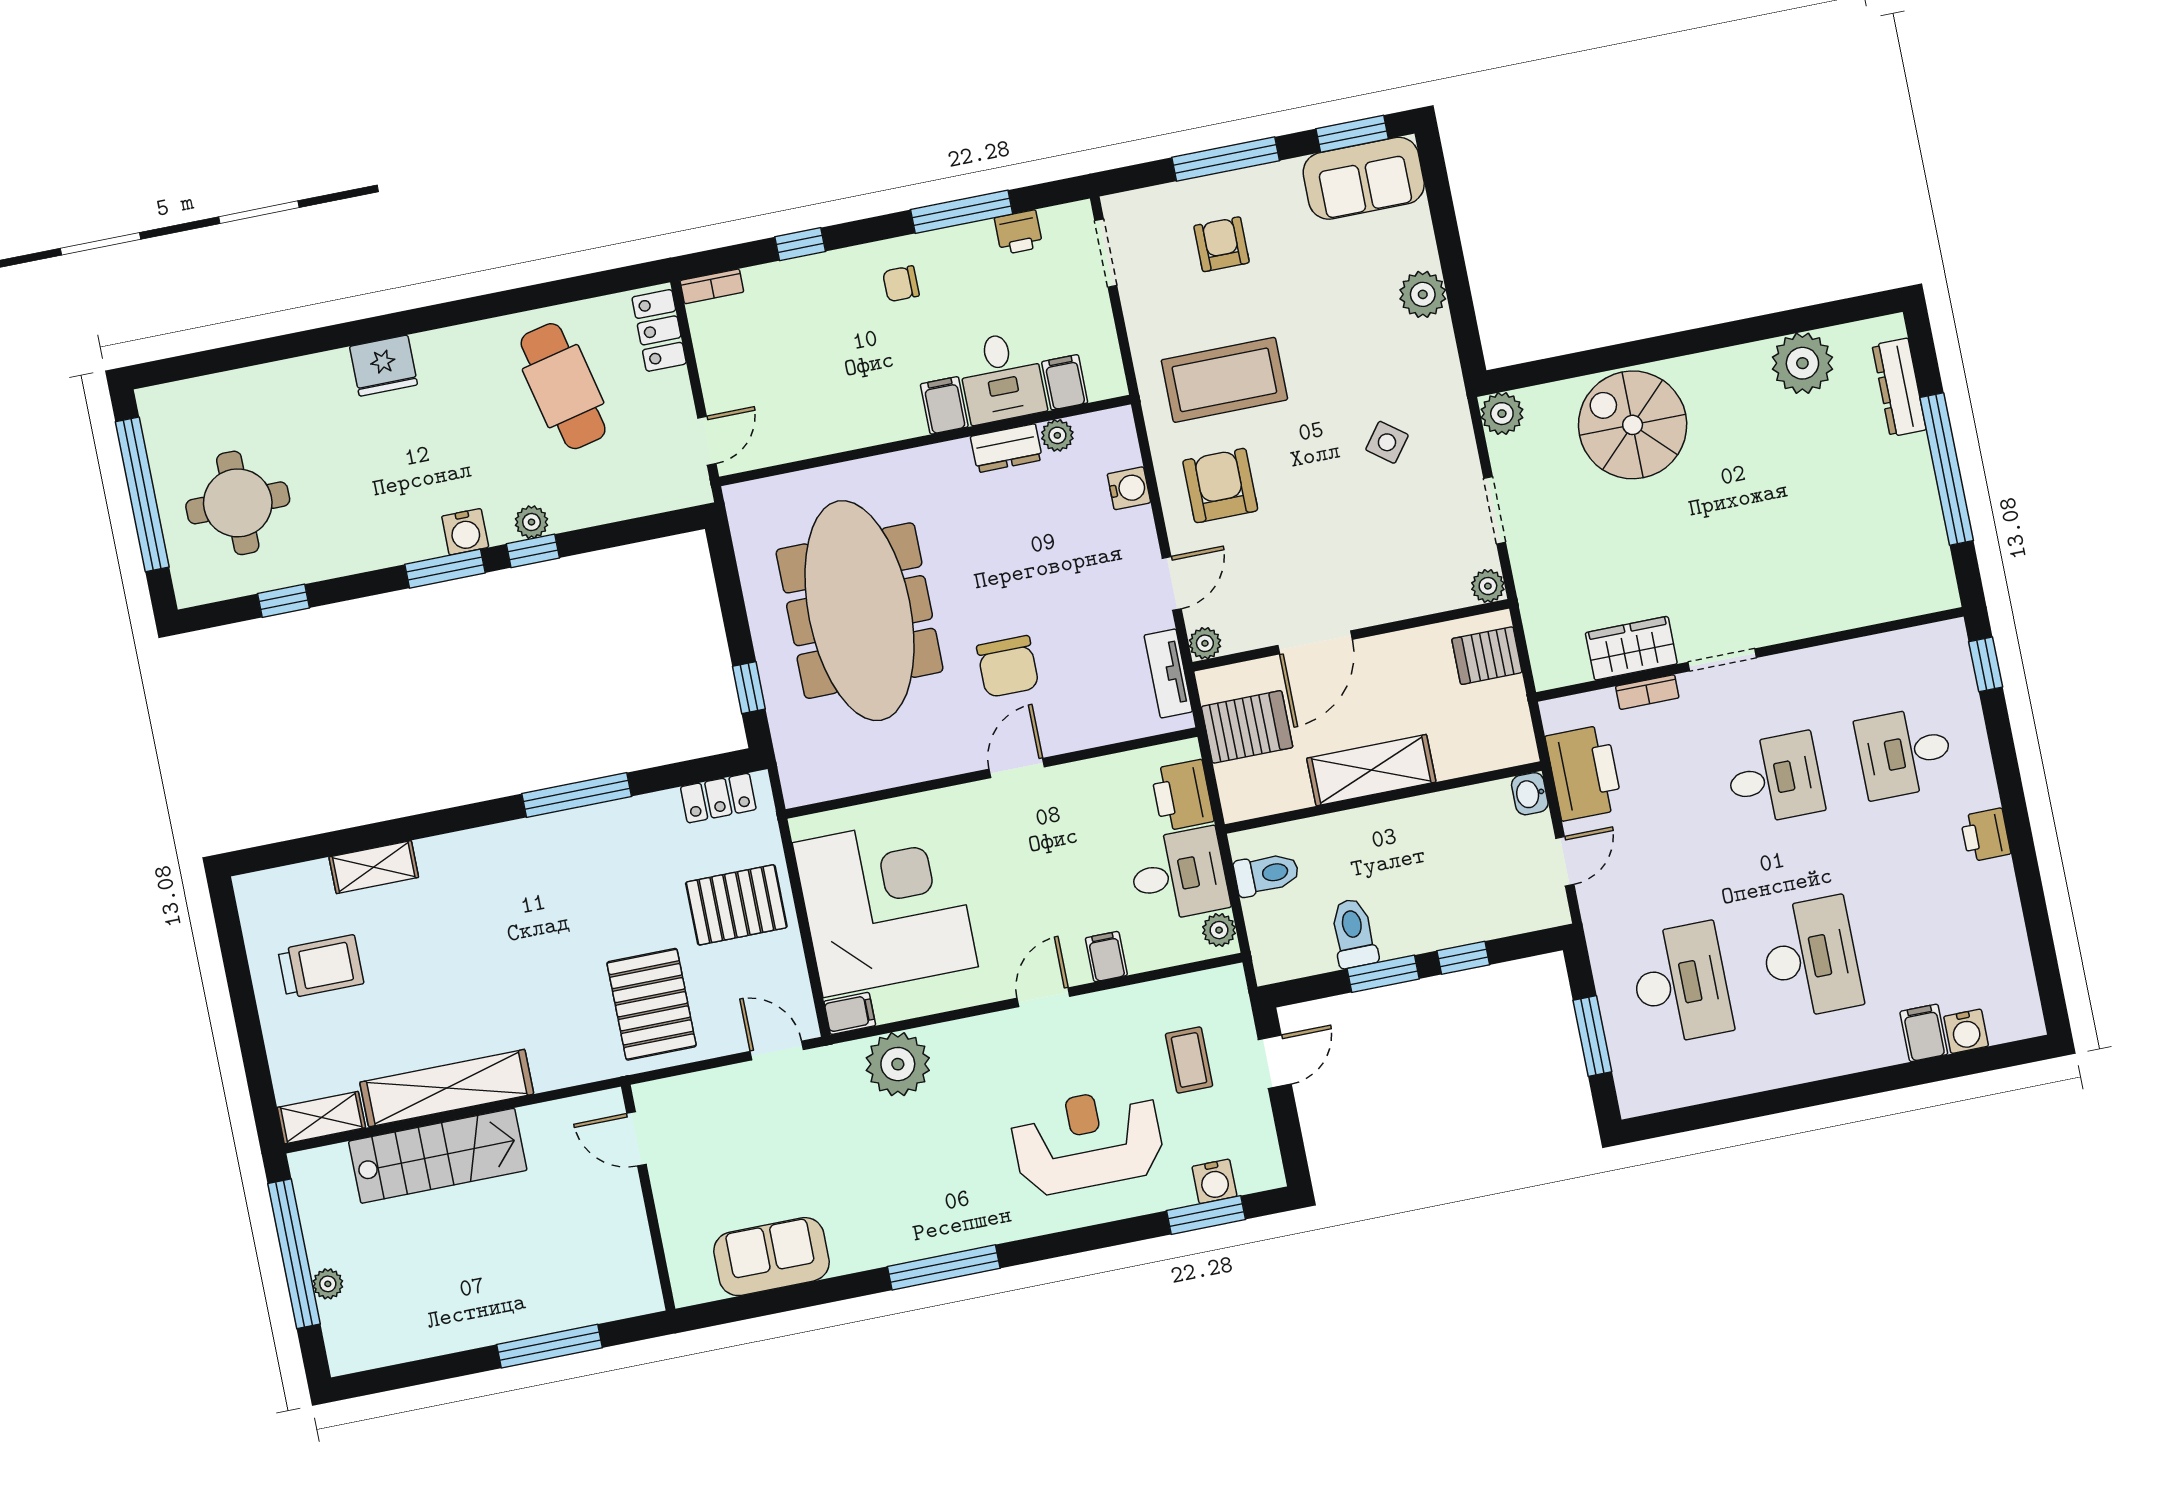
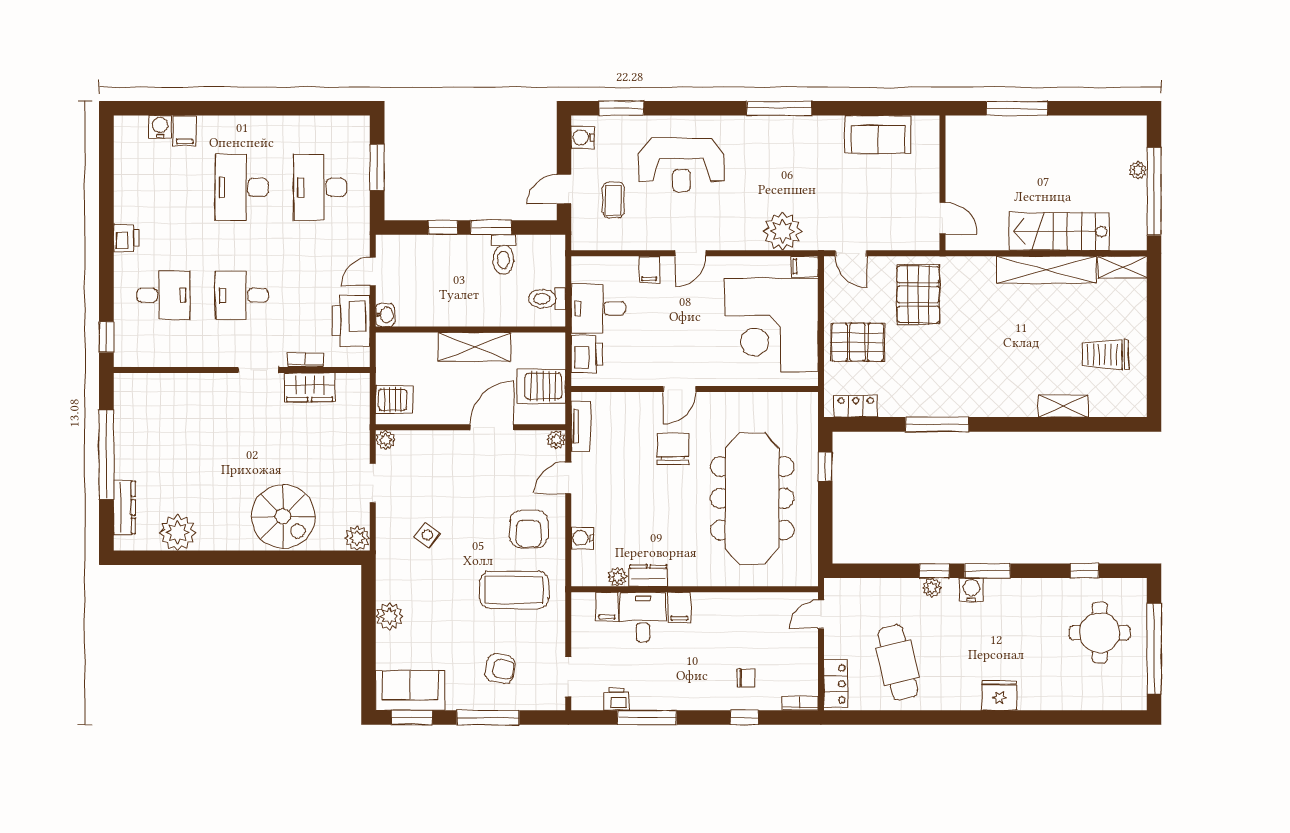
armchair: (1222, 244) -> (500, 669), turned -79
chair: (901, 284) -> (746, 678), moved
plant: (1219, 930) -> (581, 272), removed
water cooler: (1214, 1181) -> (582, 138), moved, turned -90

